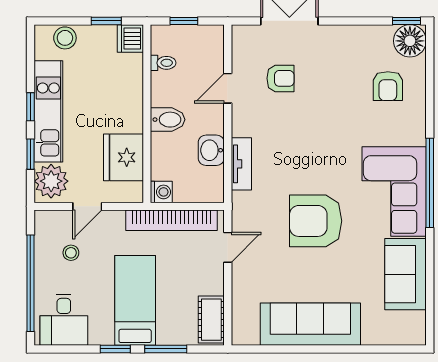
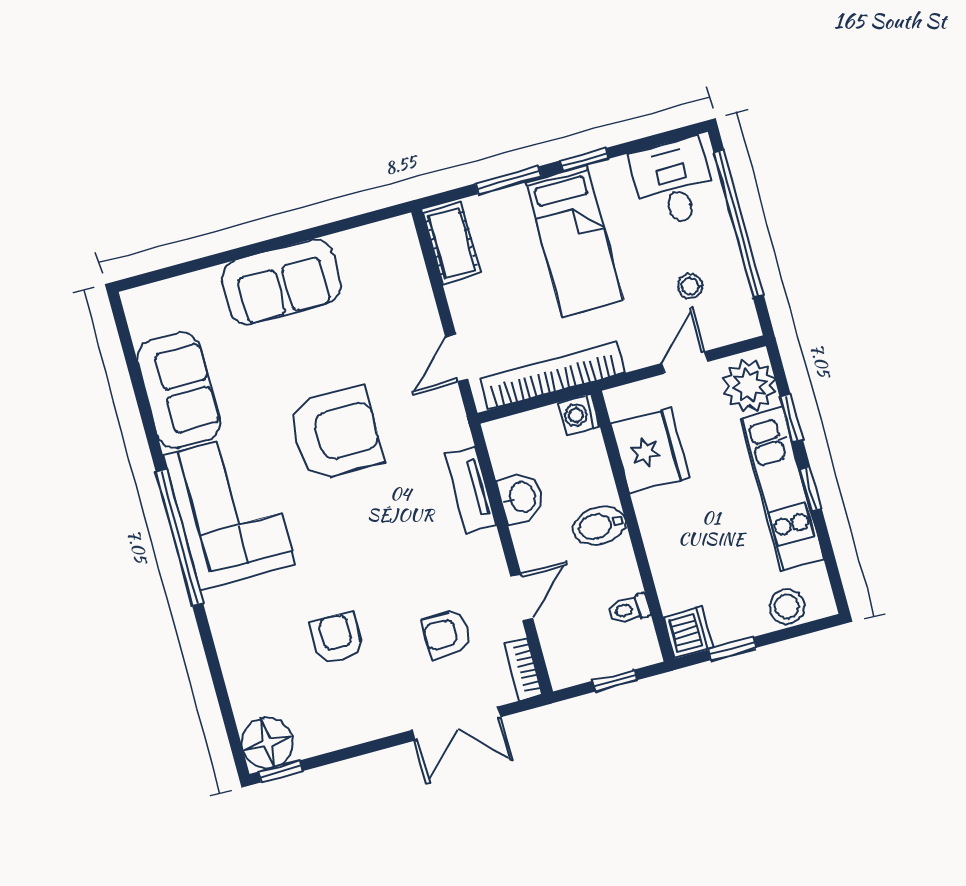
bookcase: (239, 44) -> (523, 669), added
armchair: (388, 86) -> (337, 638), moved
sofa: (310, 324) -> (281, 282), width x0.73

